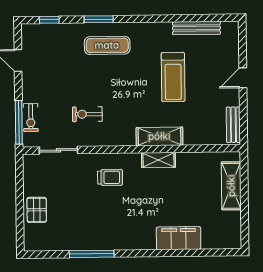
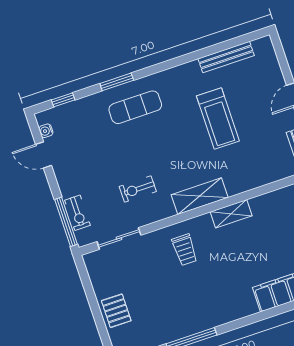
water cooler: (26, 41) -> (46, 131), added
shelving: (159, 136) -> (200, 196), moved
trolley: (110, 177) -> (185, 250), turned 90

